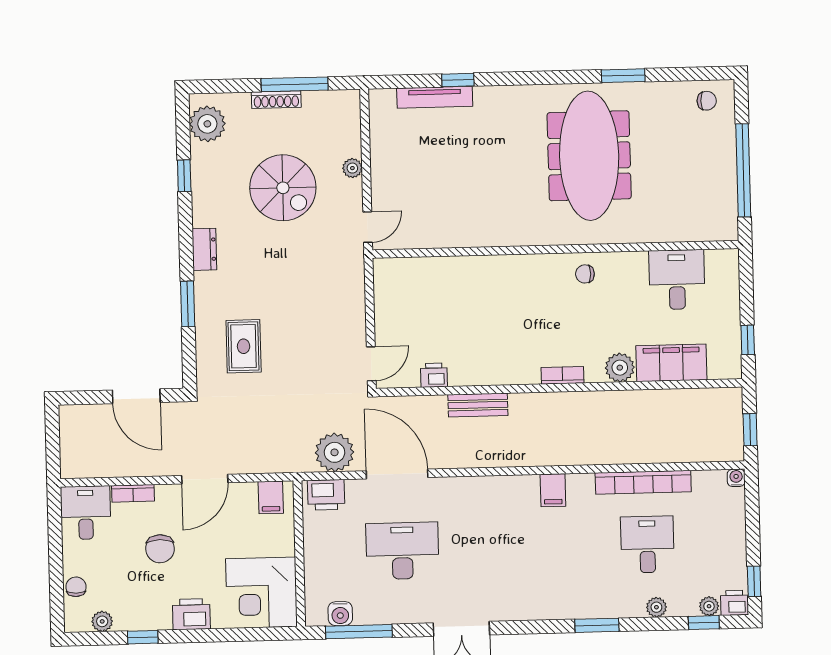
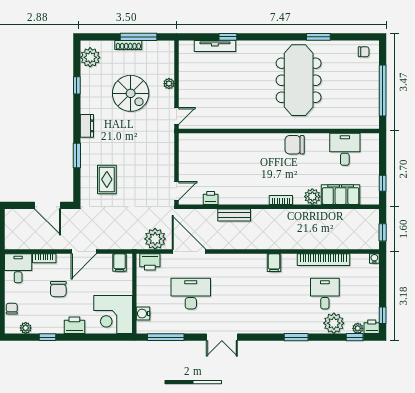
chair: (585, 274) -> (295, 145), width x1.87, depth x1.87
plant: (656, 607) -> (334, 323), width x1.88, depth x1.88
water cooler: (340, 614) -> (143, 314), moved, turned 90

